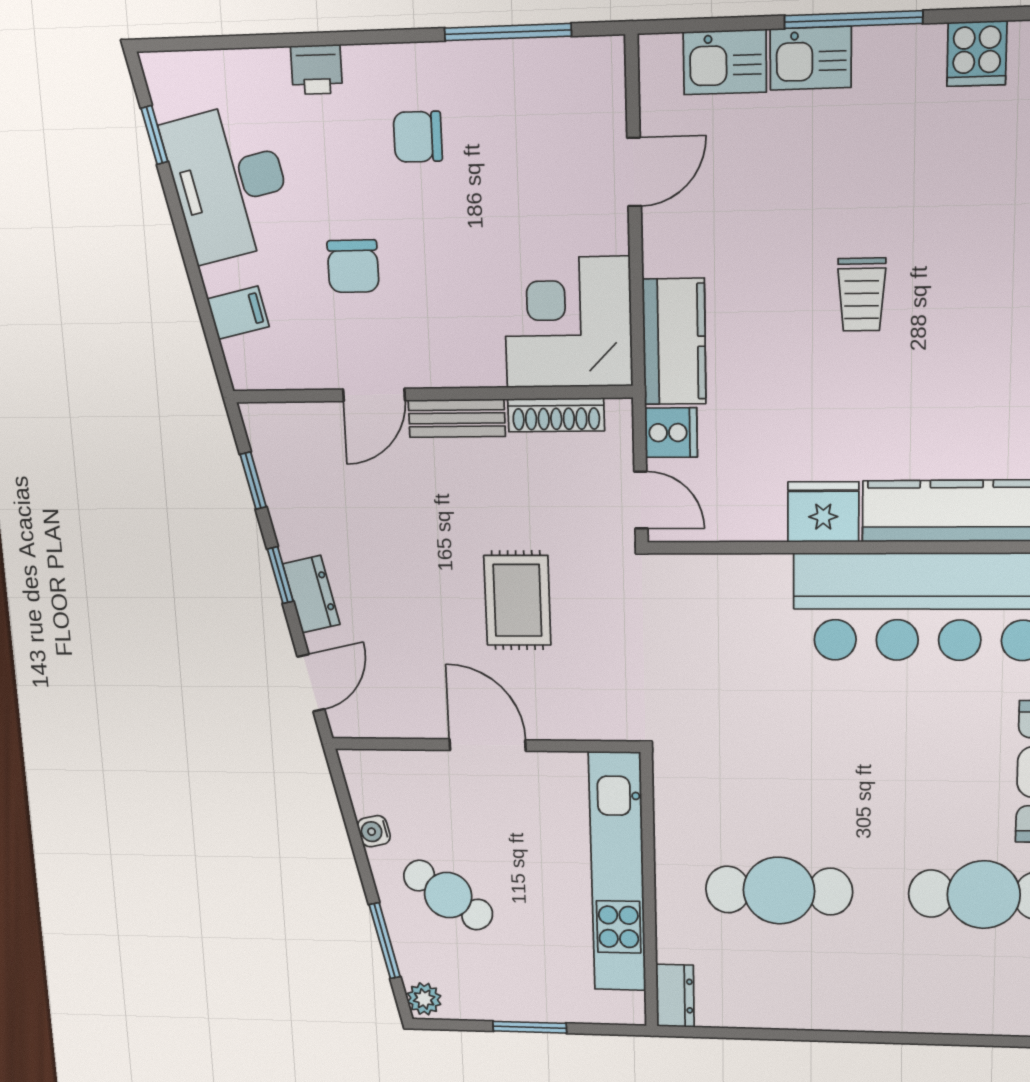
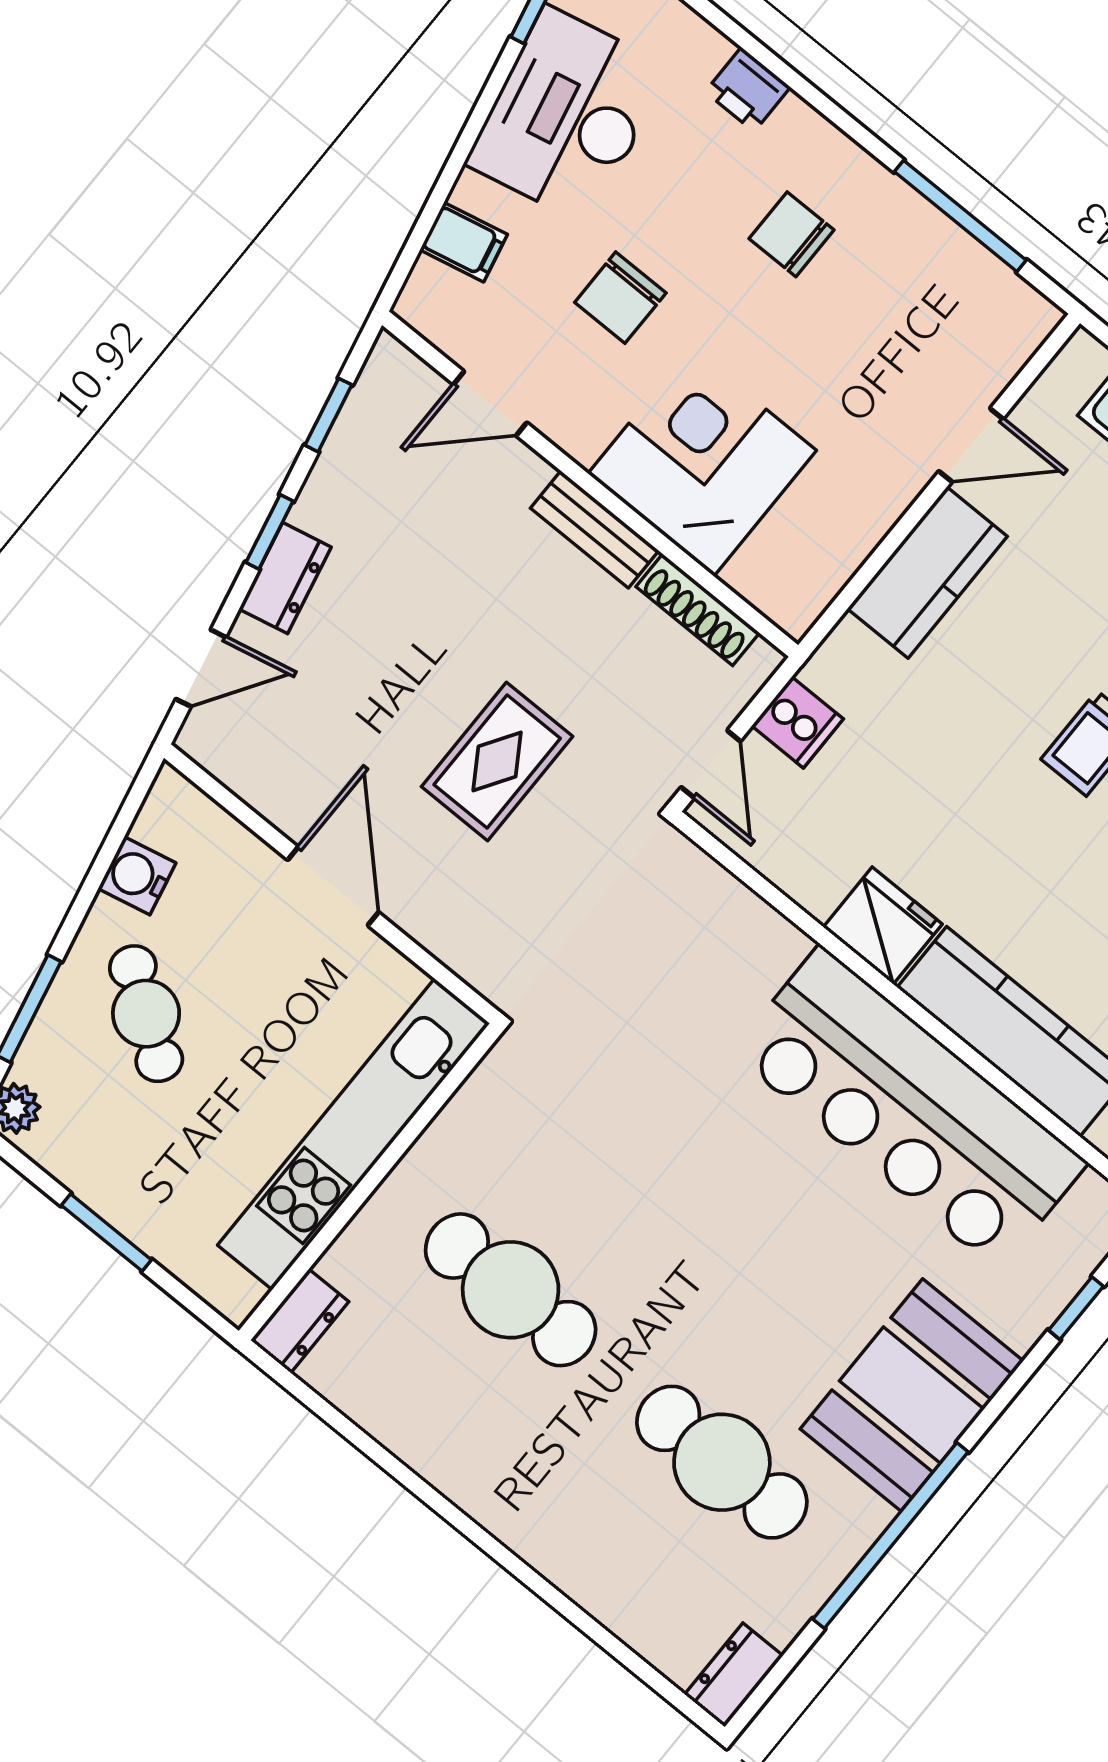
corner desk: (568, 322) -> (702, 462), moved
kitchen counter: (674, 342) -> (927, 573), moved
door: (374, 395) -> (490, 404), moved
water cooler: (374, 831) -> (137, 876), width x1.38, depth x1.38

